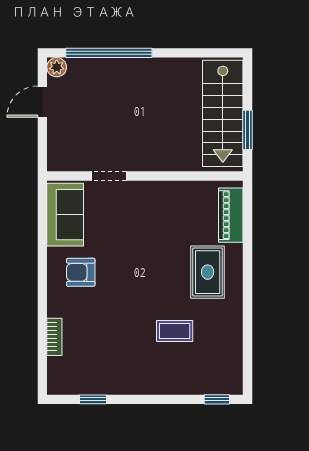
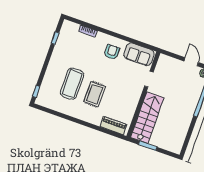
stairs: (223, 113) -> (147, 118), moved, turned 90
rug: (208, 272) -> (95, 94), moved, turned 90
coffee table: (175, 331) -> (72, 84), width x1.86, depth x1.72

